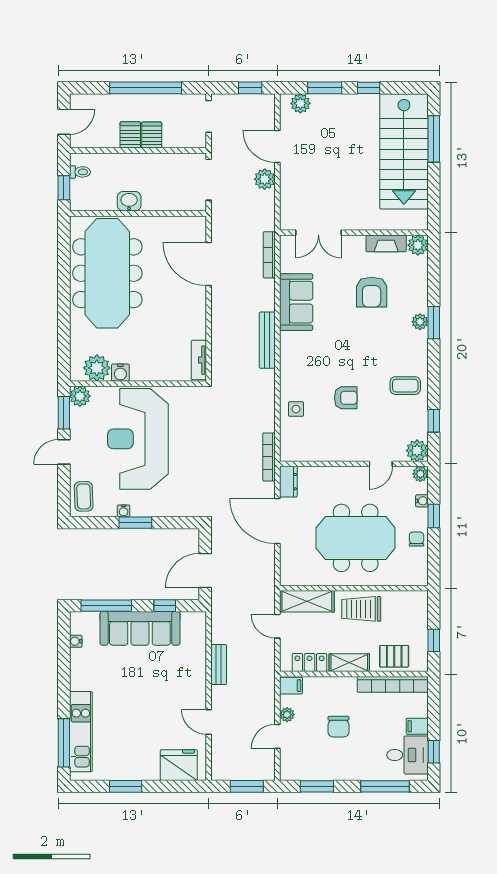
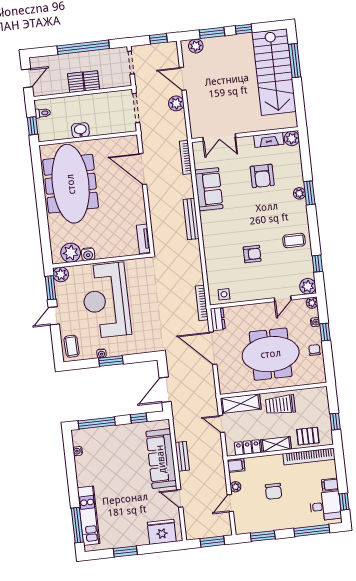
side table: (296, 409) -> (224, 294), moved
sofa: (140, 628) -> (161, 459), moved, turned 90

